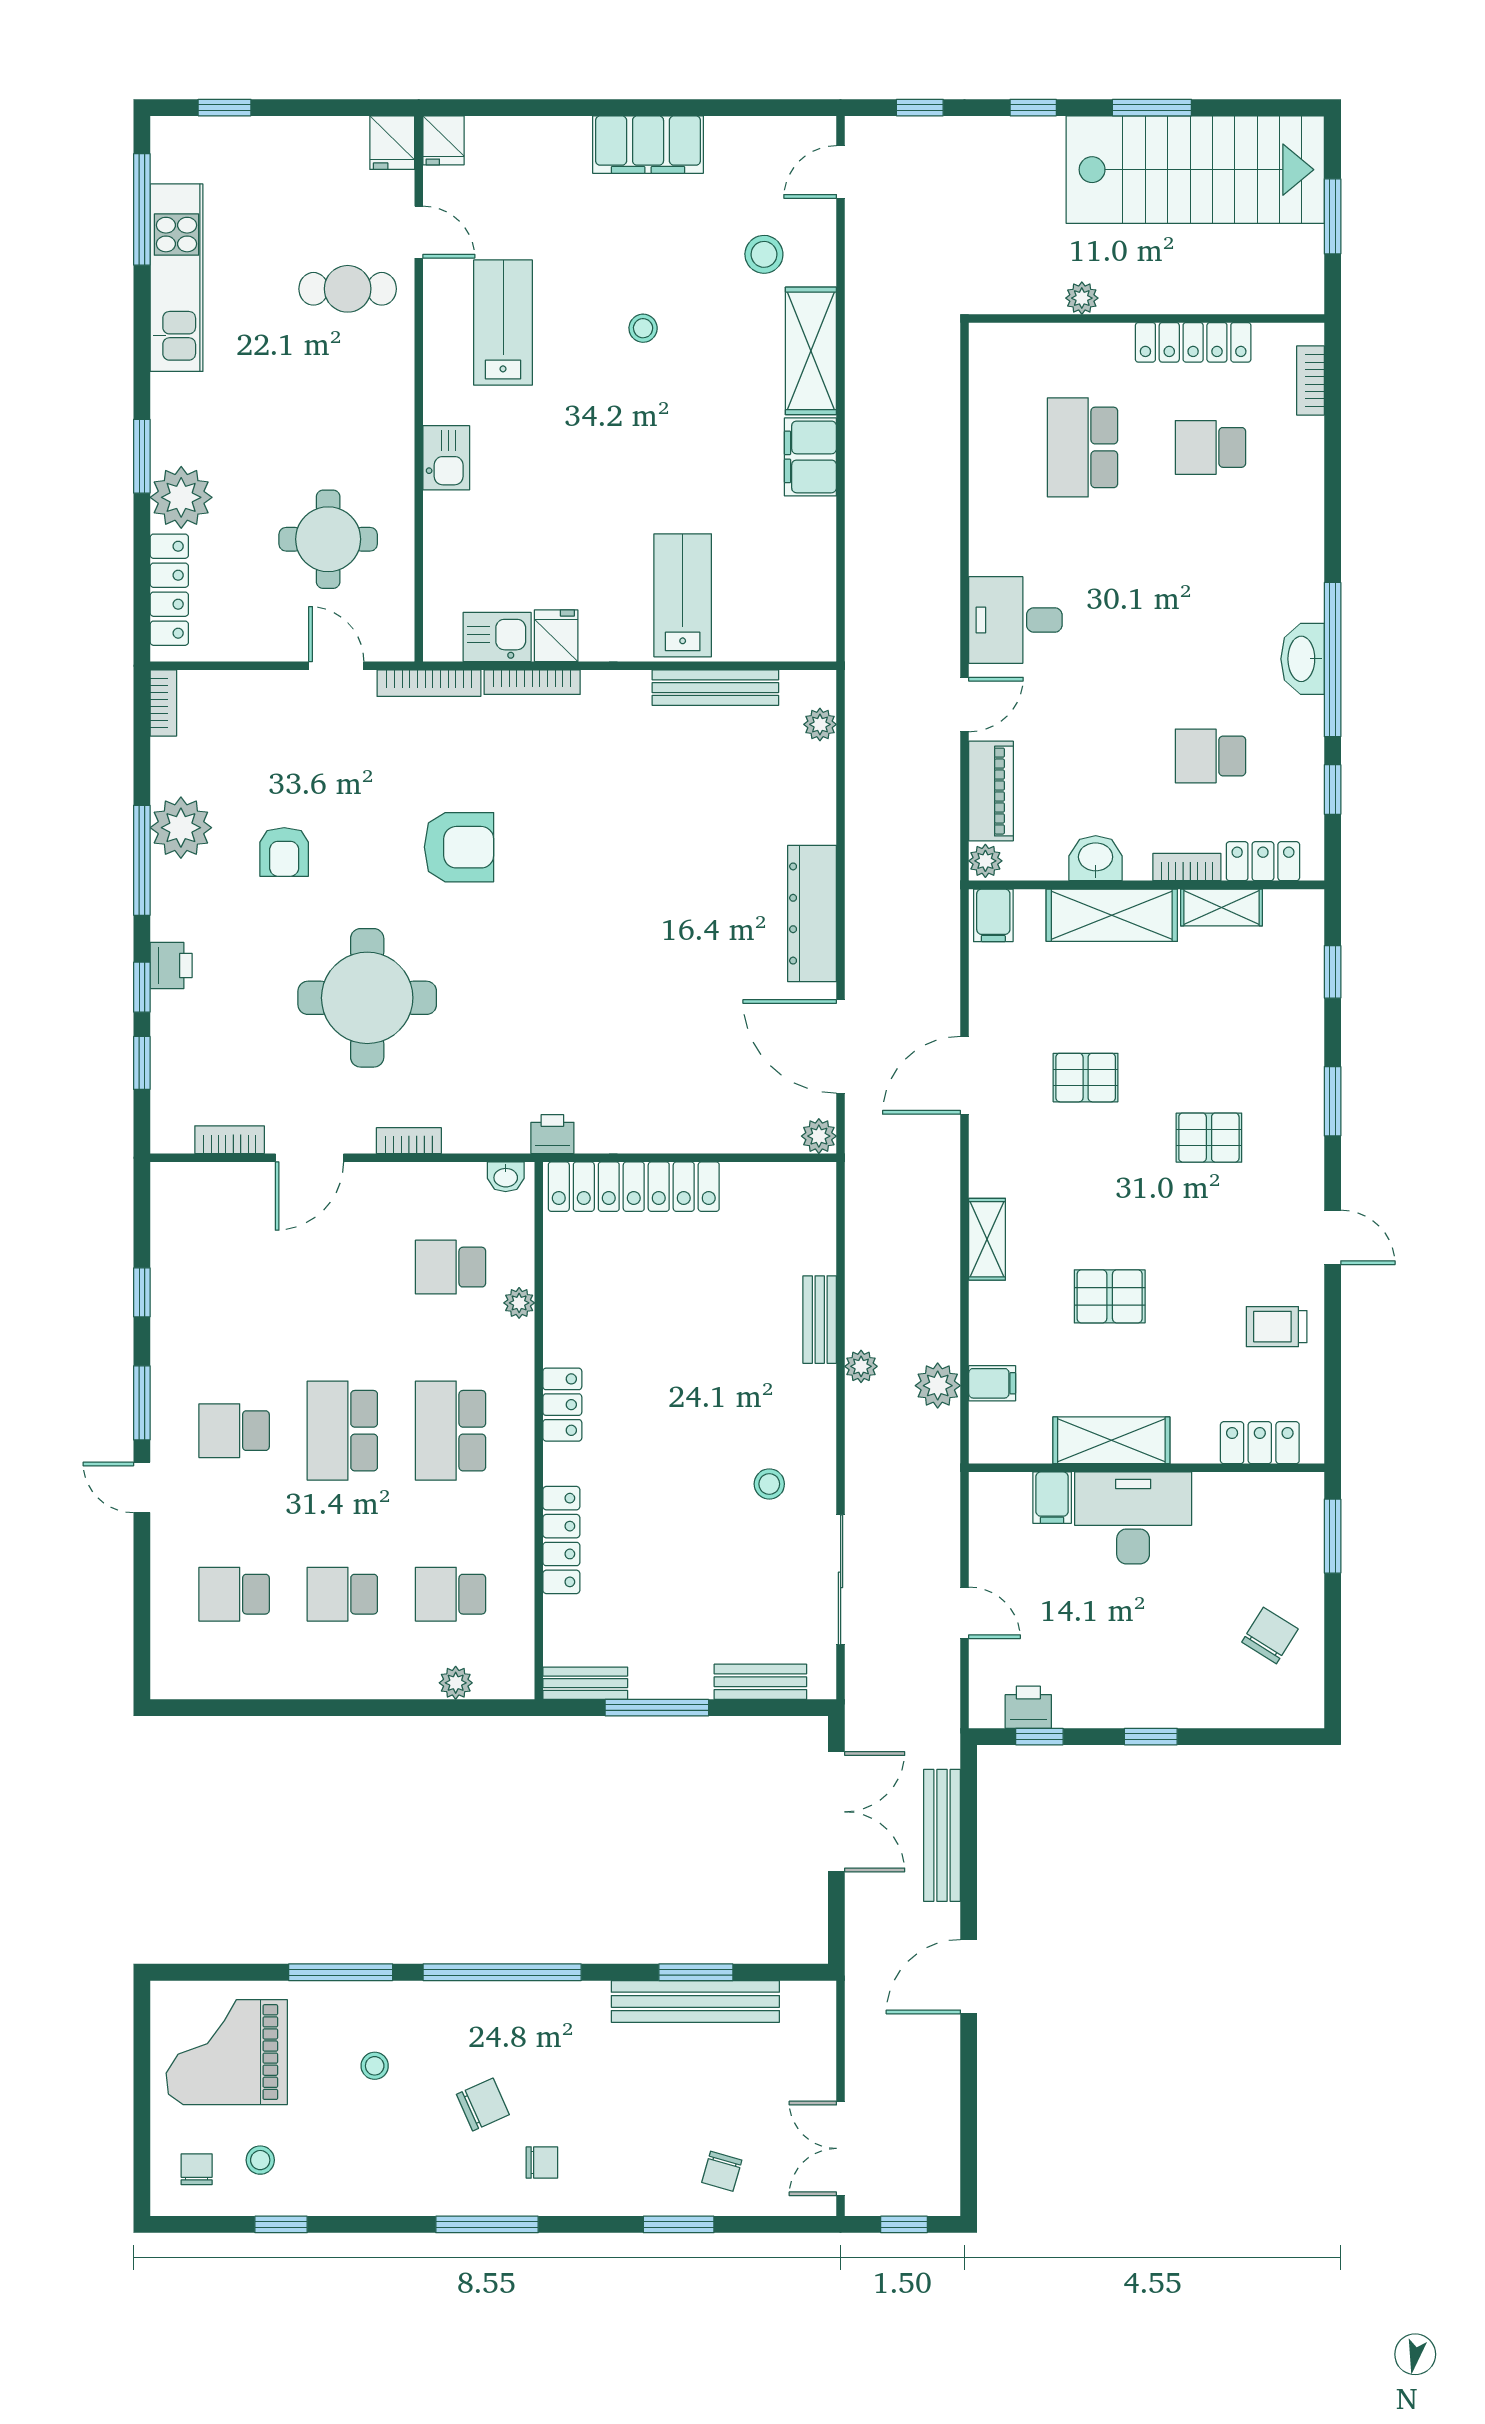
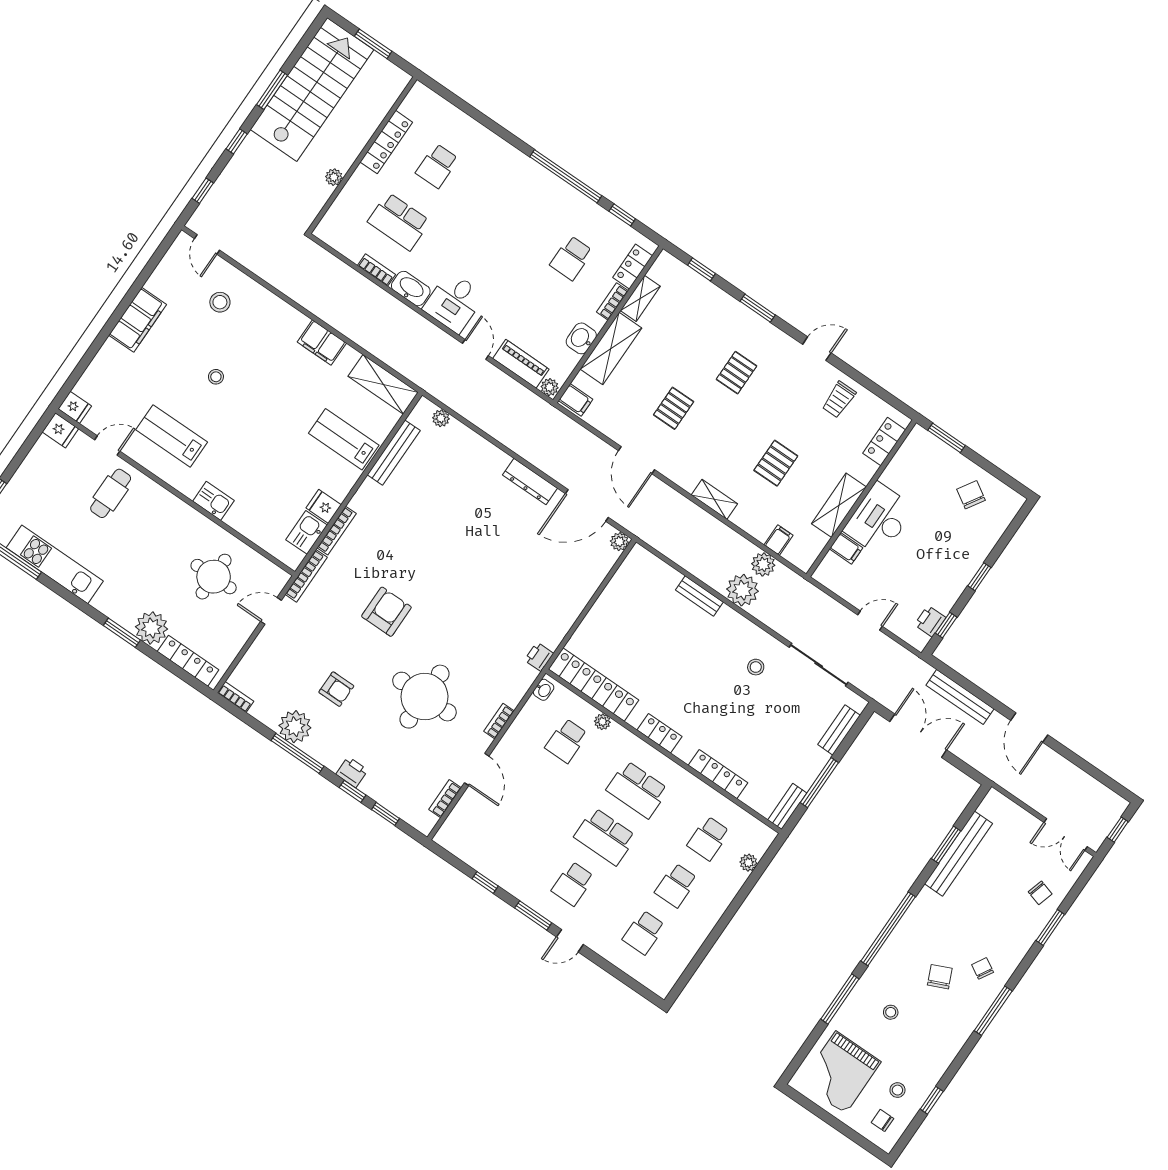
shelving: (811, 351) -> (383, 384), moved
bookcase: (1310, 380) -> (377, 270), moved, turned 180
washbasin: (1303, 659) -> (411, 289), moved, turned 180
dresser: (812, 914) -> (530, 481), width x0.73, depth x0.80
locker: (634, 1187) -> (594, 685), moved, turned -90
plant: (861, 1366) -> (743, 590), width x1.88, depth x1.88
chair: (542, 2162) -> (983, 968), turned -60

